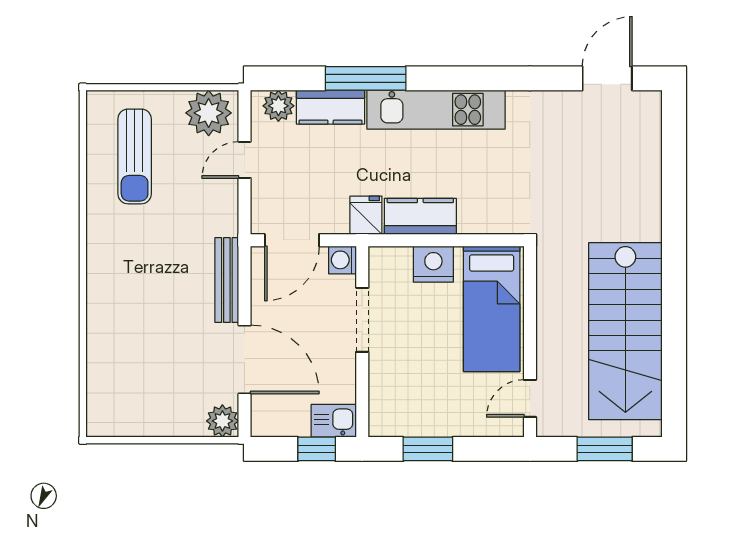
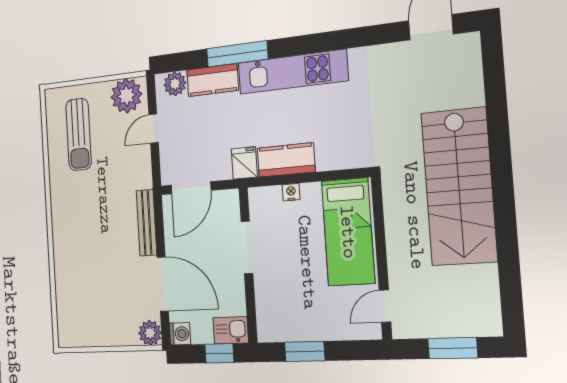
washing machine: (342, 260) -> (180, 334), moved, turned 180
nightstand: (433, 264) -> (291, 192), width x0.53, depth x0.56
stairs: (625, 331) -> (459, 187), moved

